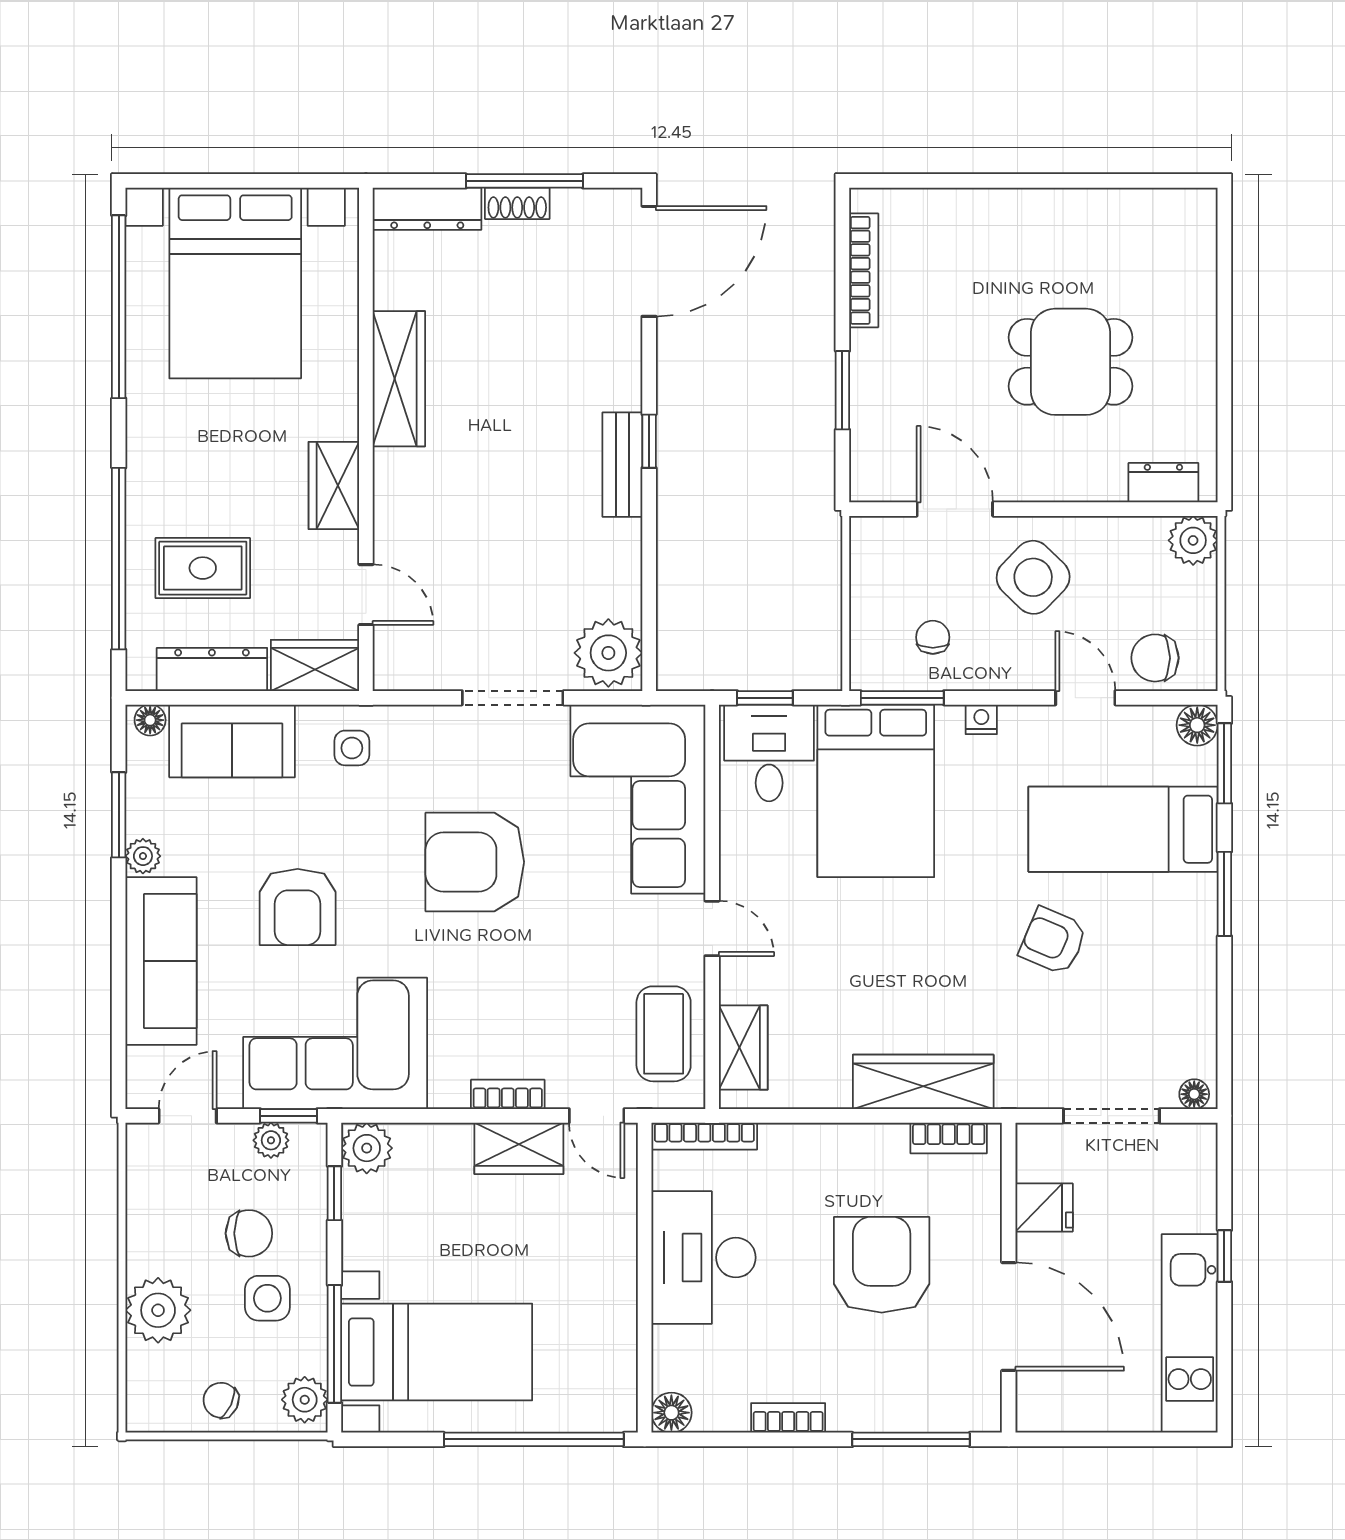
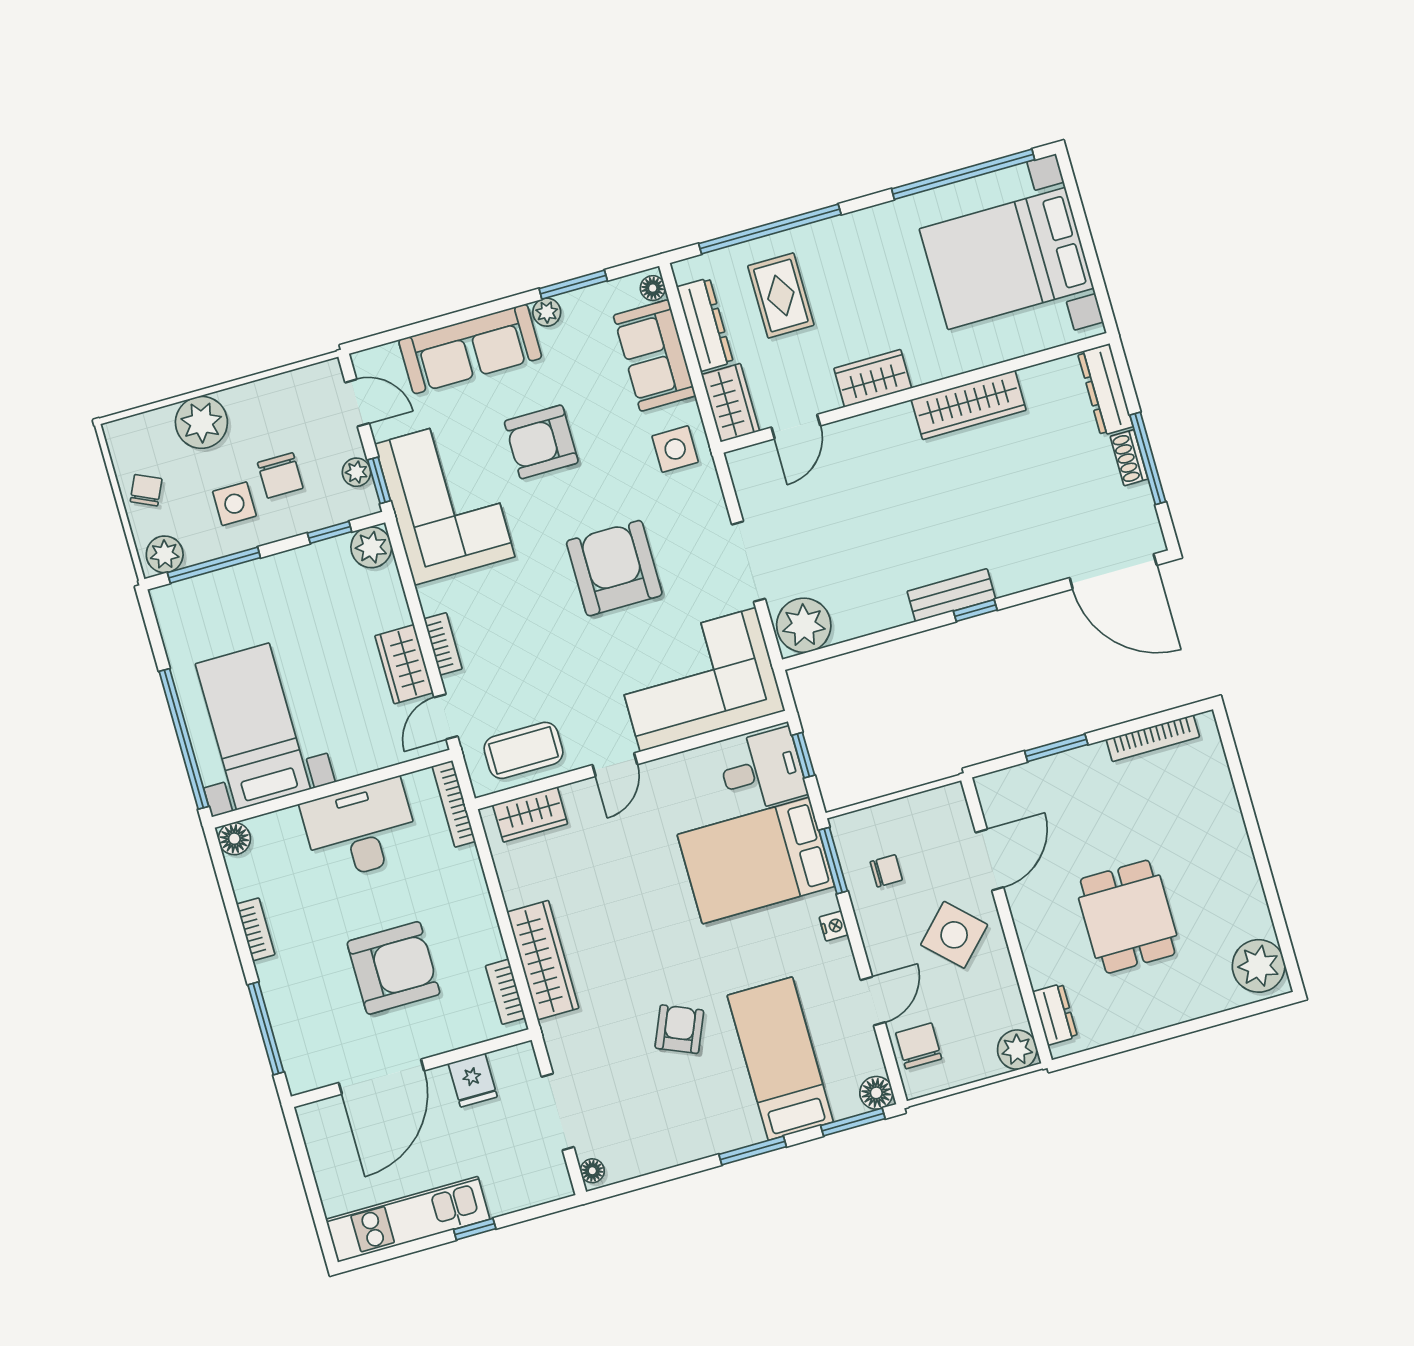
plant: (1175, 221) -> (1259, 966), added
side table: (352, 748) -> (675, 449), width x1.37, depth x1.37
bed with nightstands: (437, 1352) -> (253, 726), moved, turned 180

